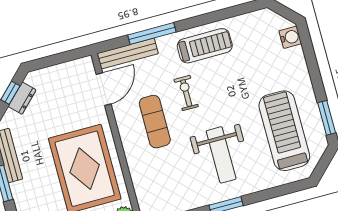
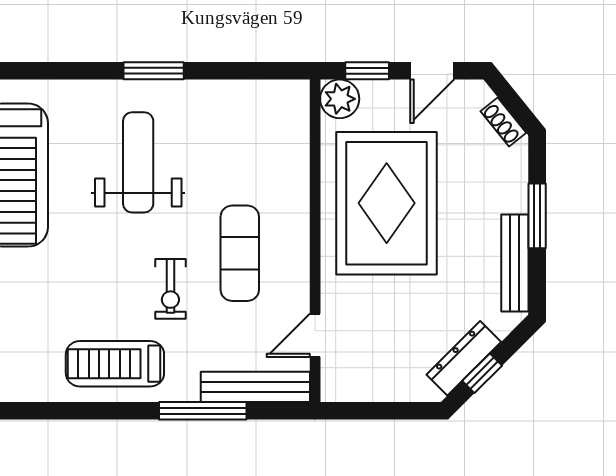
door: (104, 89) -> (315, 335), width x0.73
dresser: (22, 98) -> (464, 358), width x1.44

